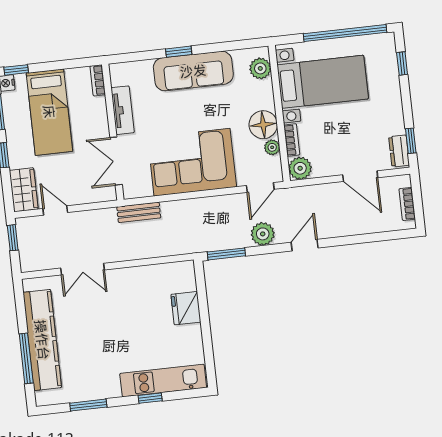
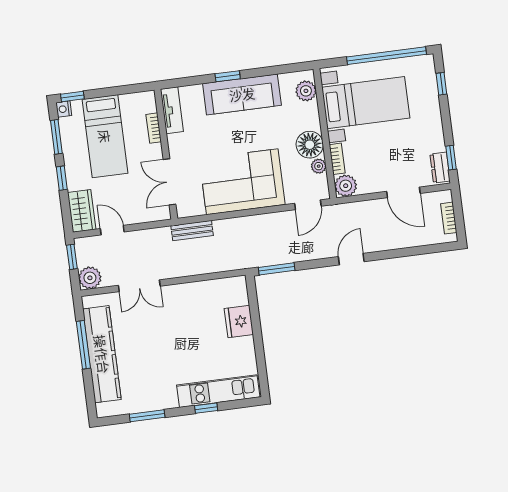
bookcase: (98, 80) -> (154, 128), moved
tv unit: (123, 110) -> (172, 110), moved
plant: (263, 234) -> (90, 278), moved
window: (26, 358) -> (83, 345), moved

